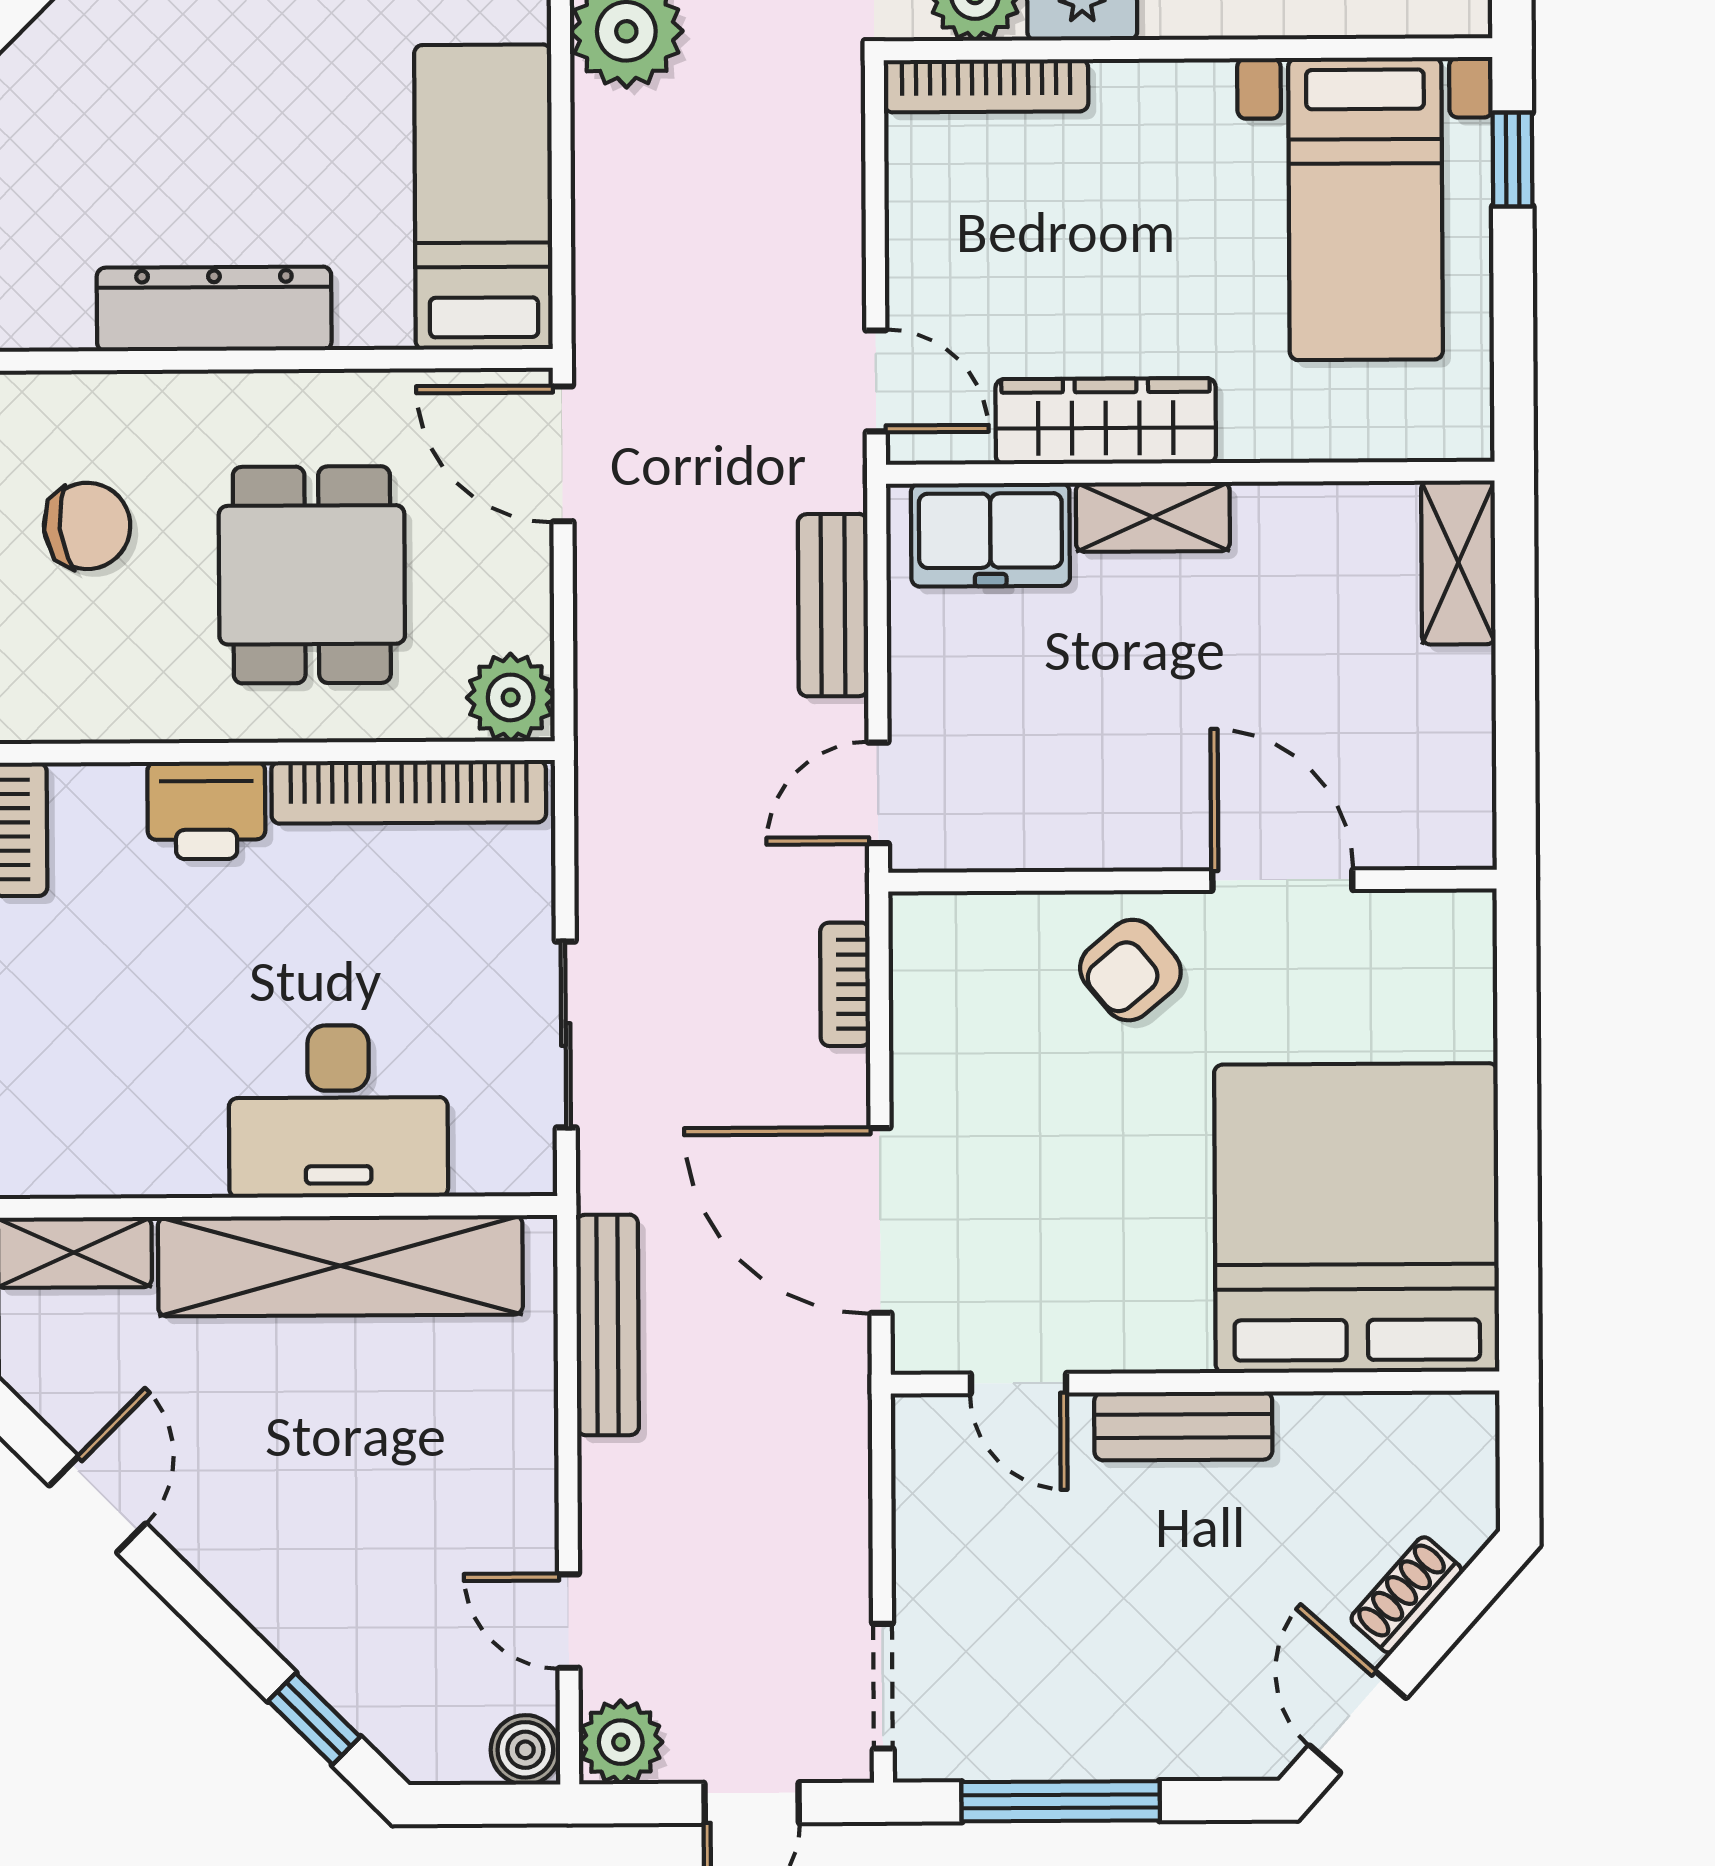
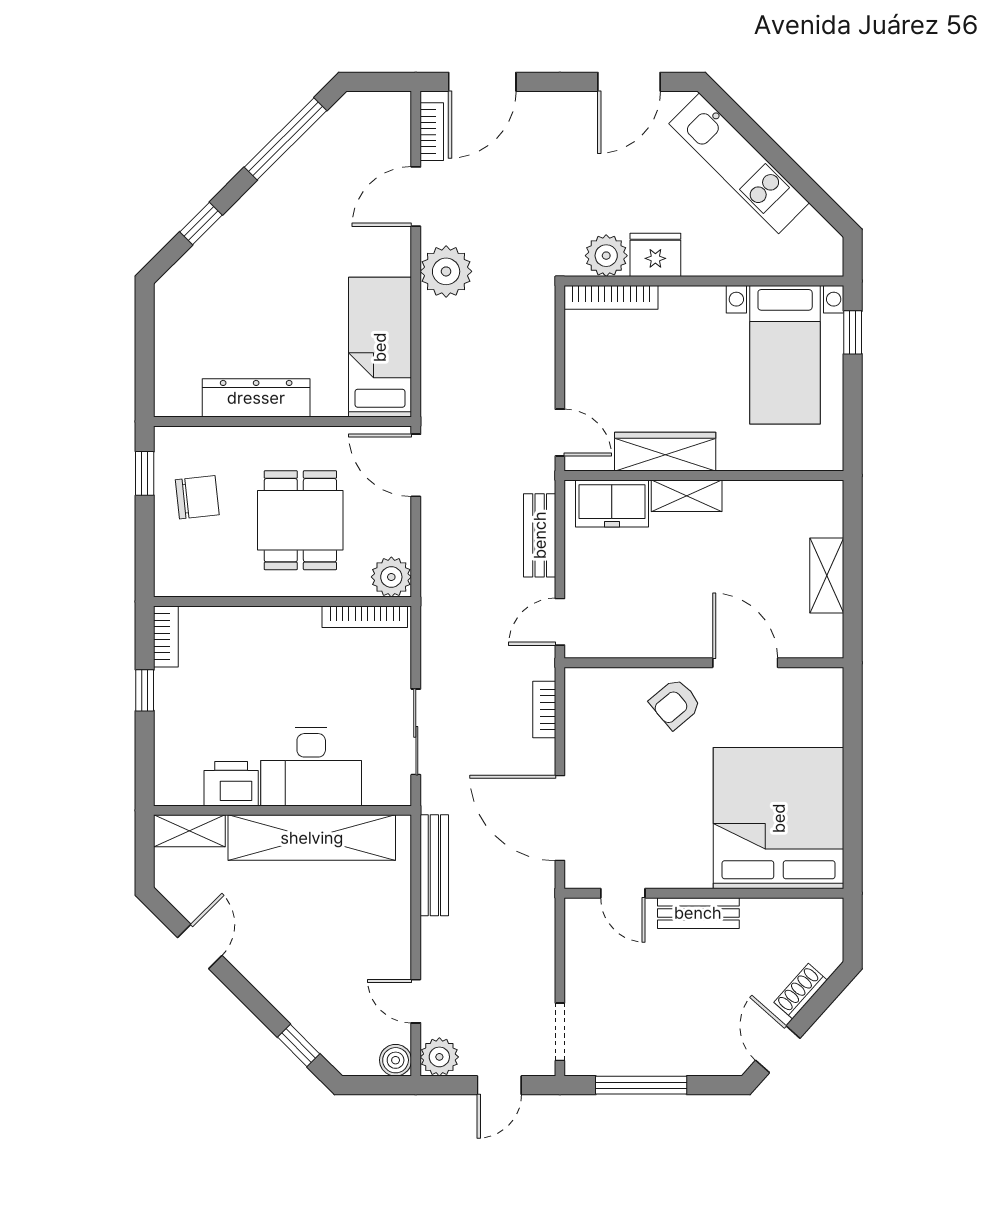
shelving: (1458, 563) -> (827, 576), moved
bookcase: (409, 792) -> (365, 617), width x0.68, depth x0.76
printer: (206, 810) -> (231, 784), moved, turned 180

